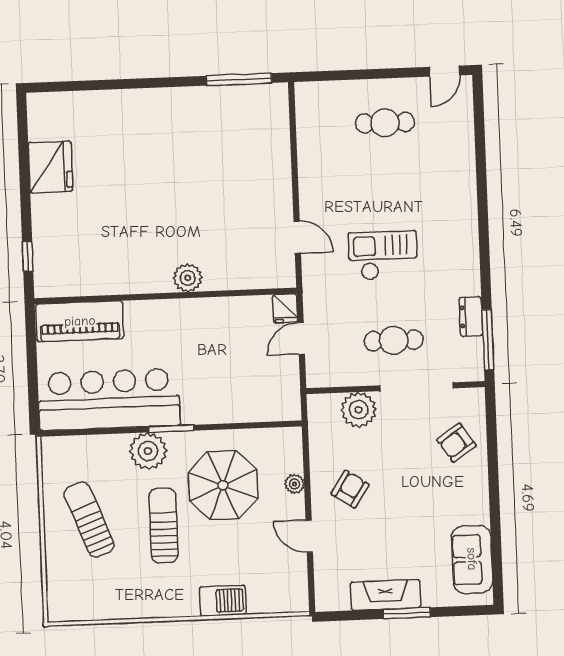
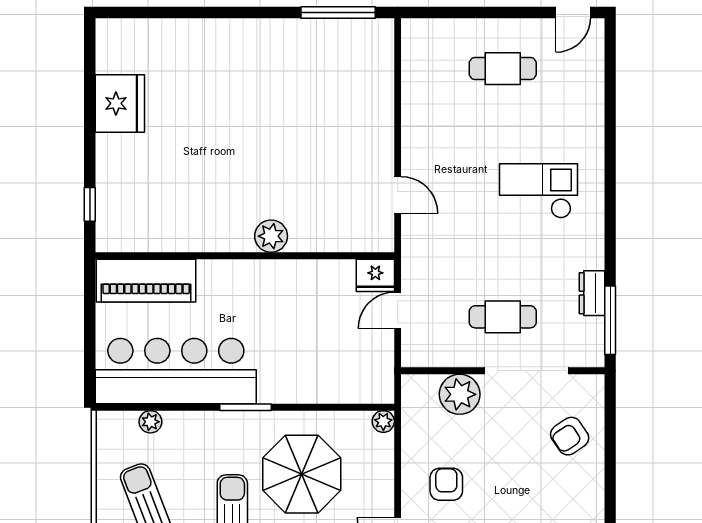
checkout: (383, 255) -> (538, 191), moved
fridge: (285, 308) -> (375, 275), width x1.38
plant: (148, 451) -> (150, 422), moved, width x0.53, depth x0.53
plant: (295, 484) -> (383, 421), moved
armchair: (350, 489) -> (446, 484), turned -33

